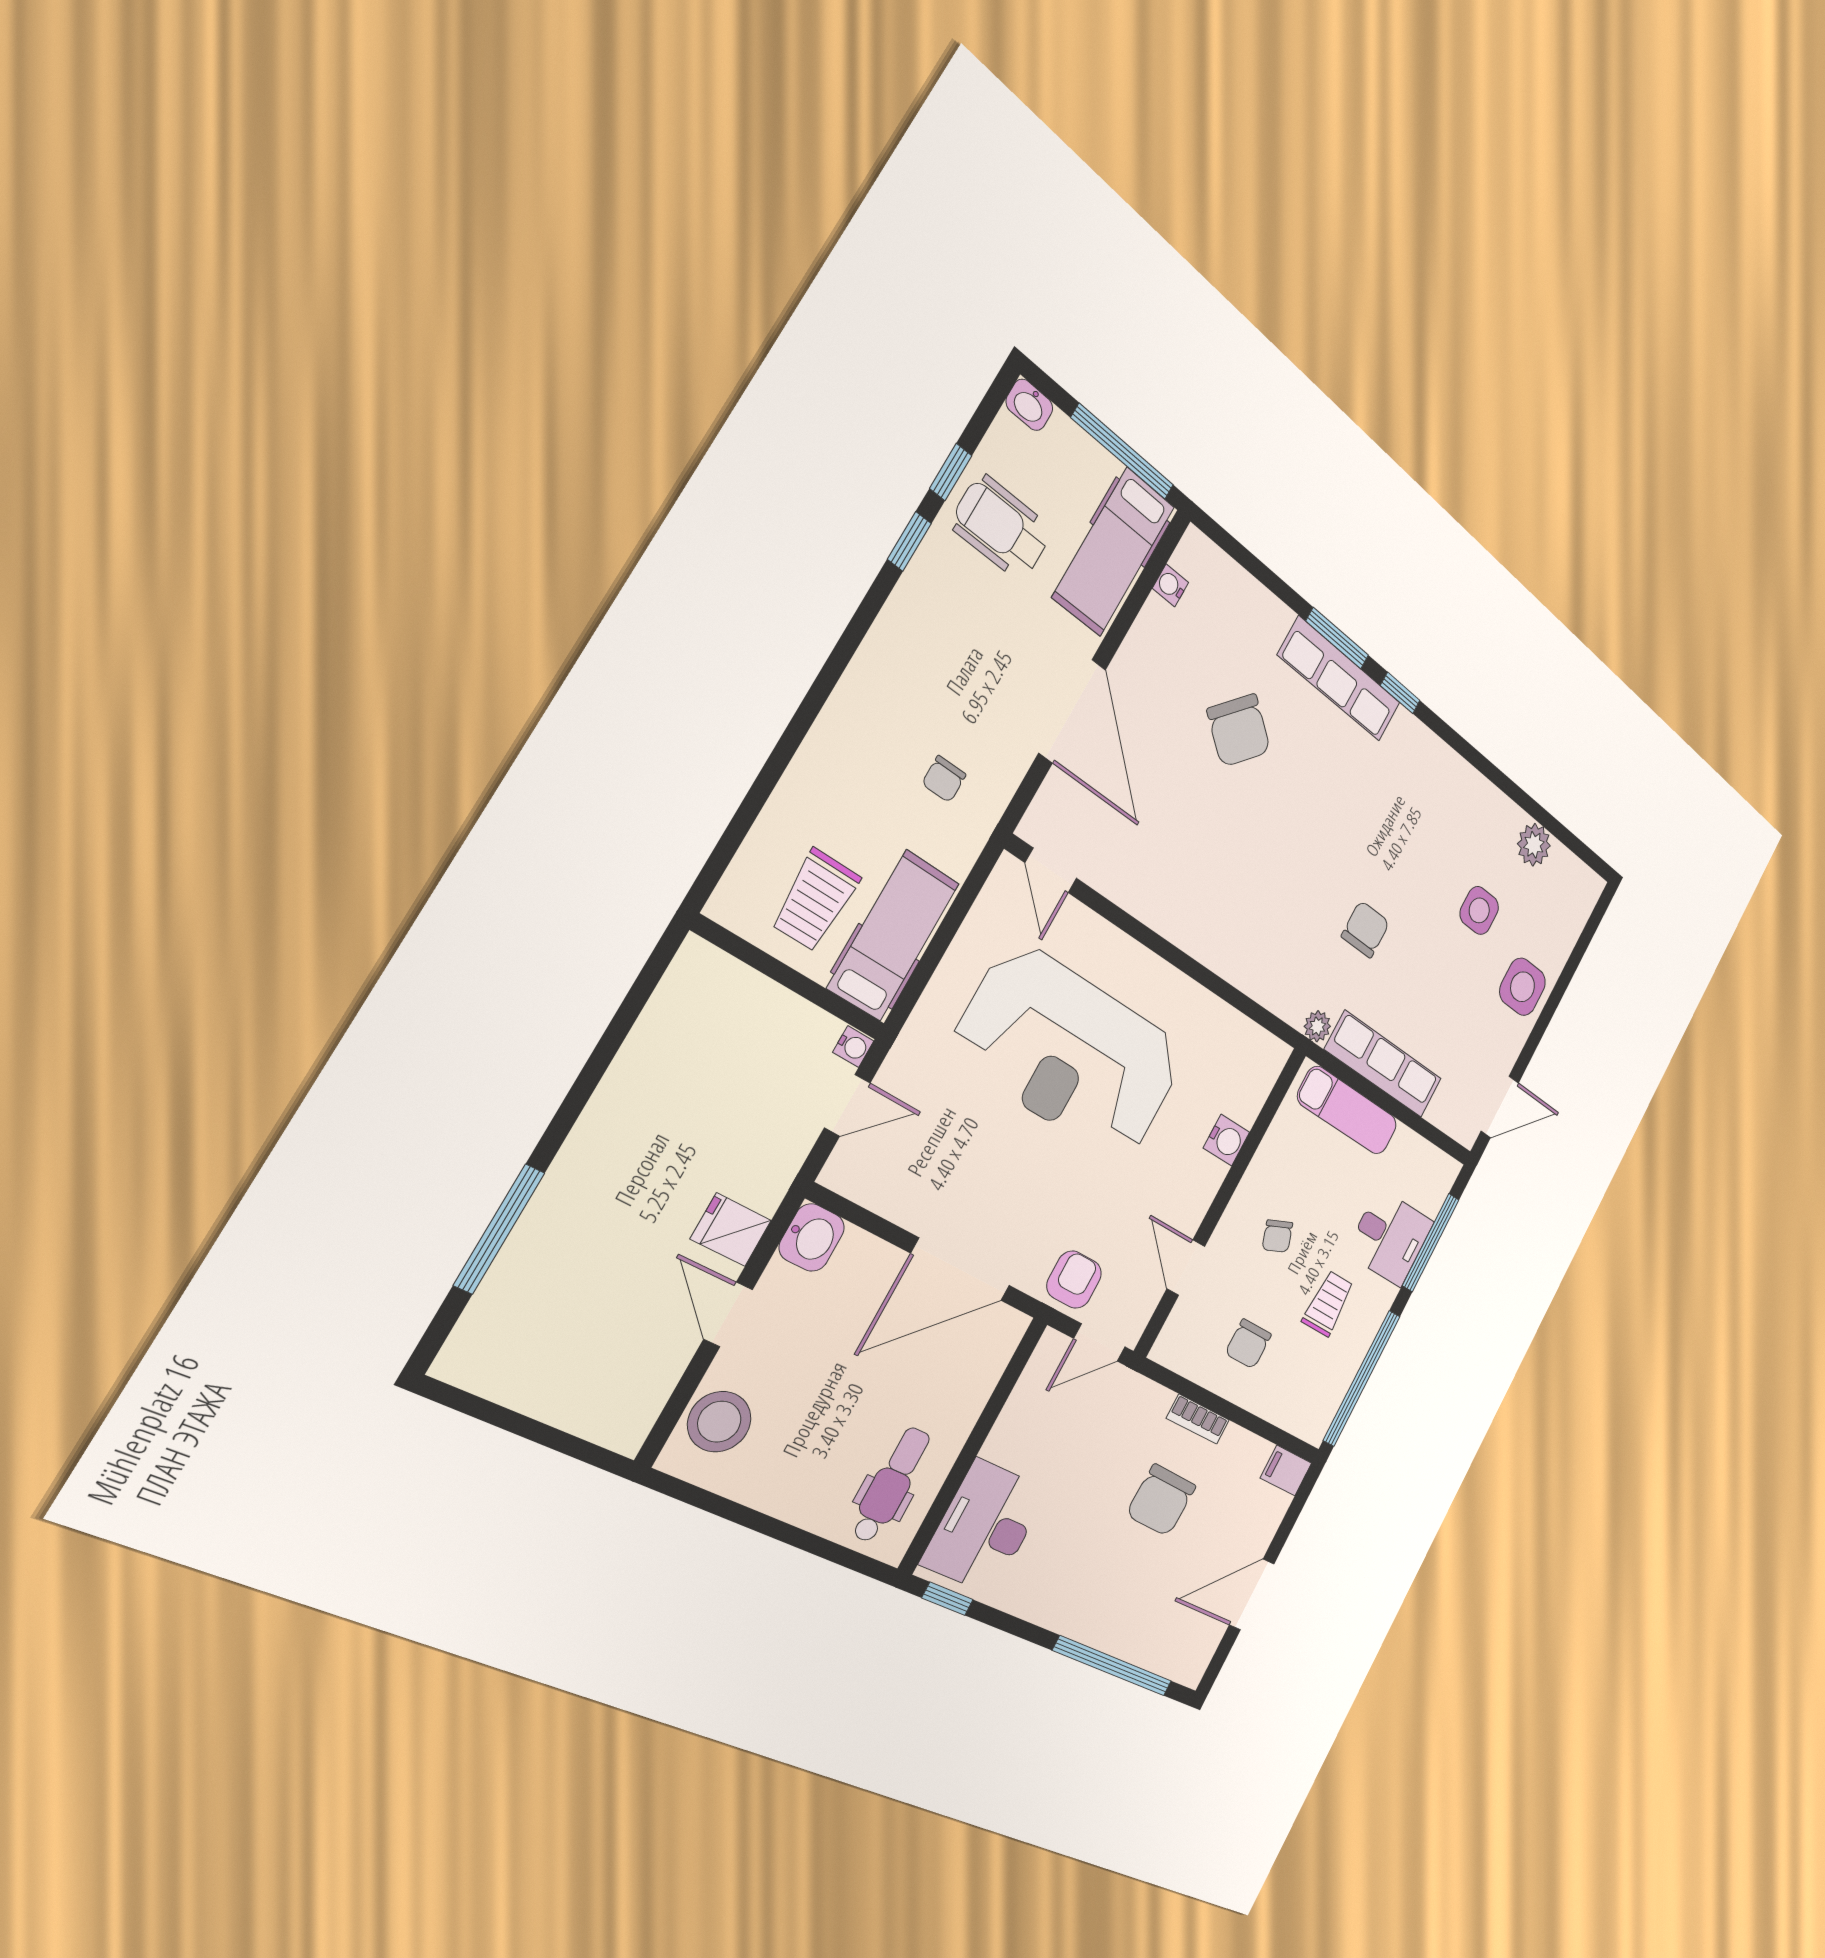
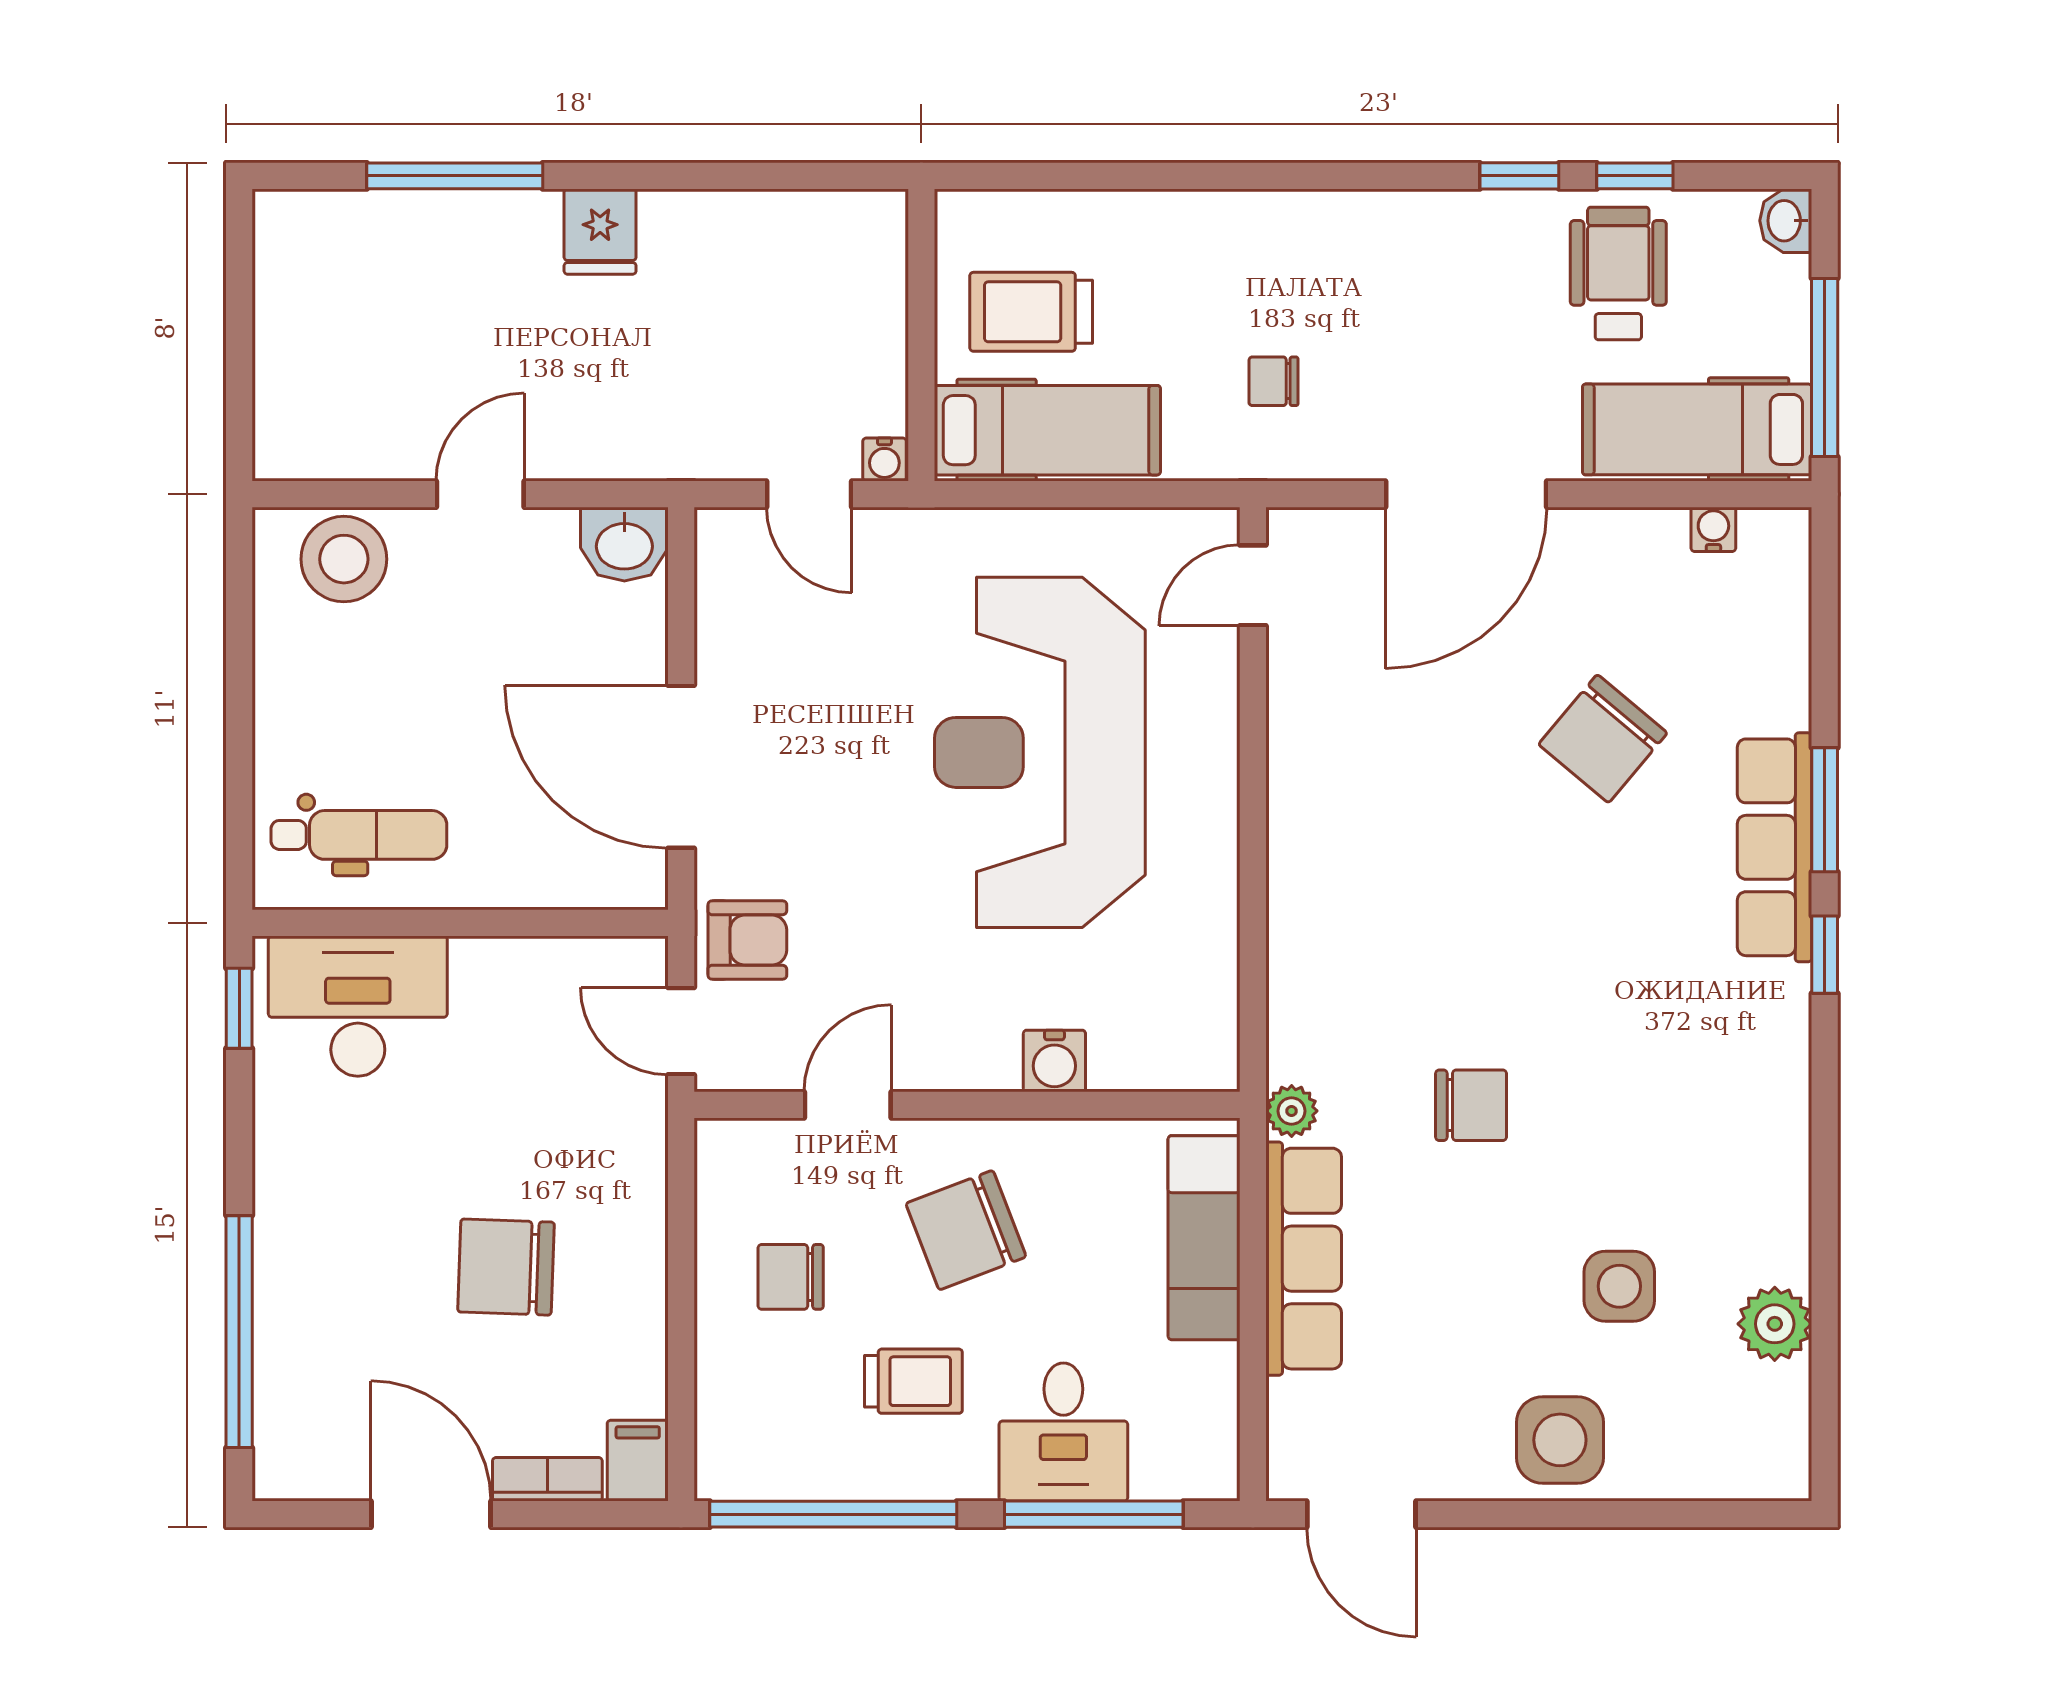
fridge: (731, 1230) -> (600, 232), moved, turned 180
chair: (1277, 1236) -> (966, 1230), width x1.87, depth x1.87
bookcase: (1198, 1419) -> (547, 1479), moved, turned 90

